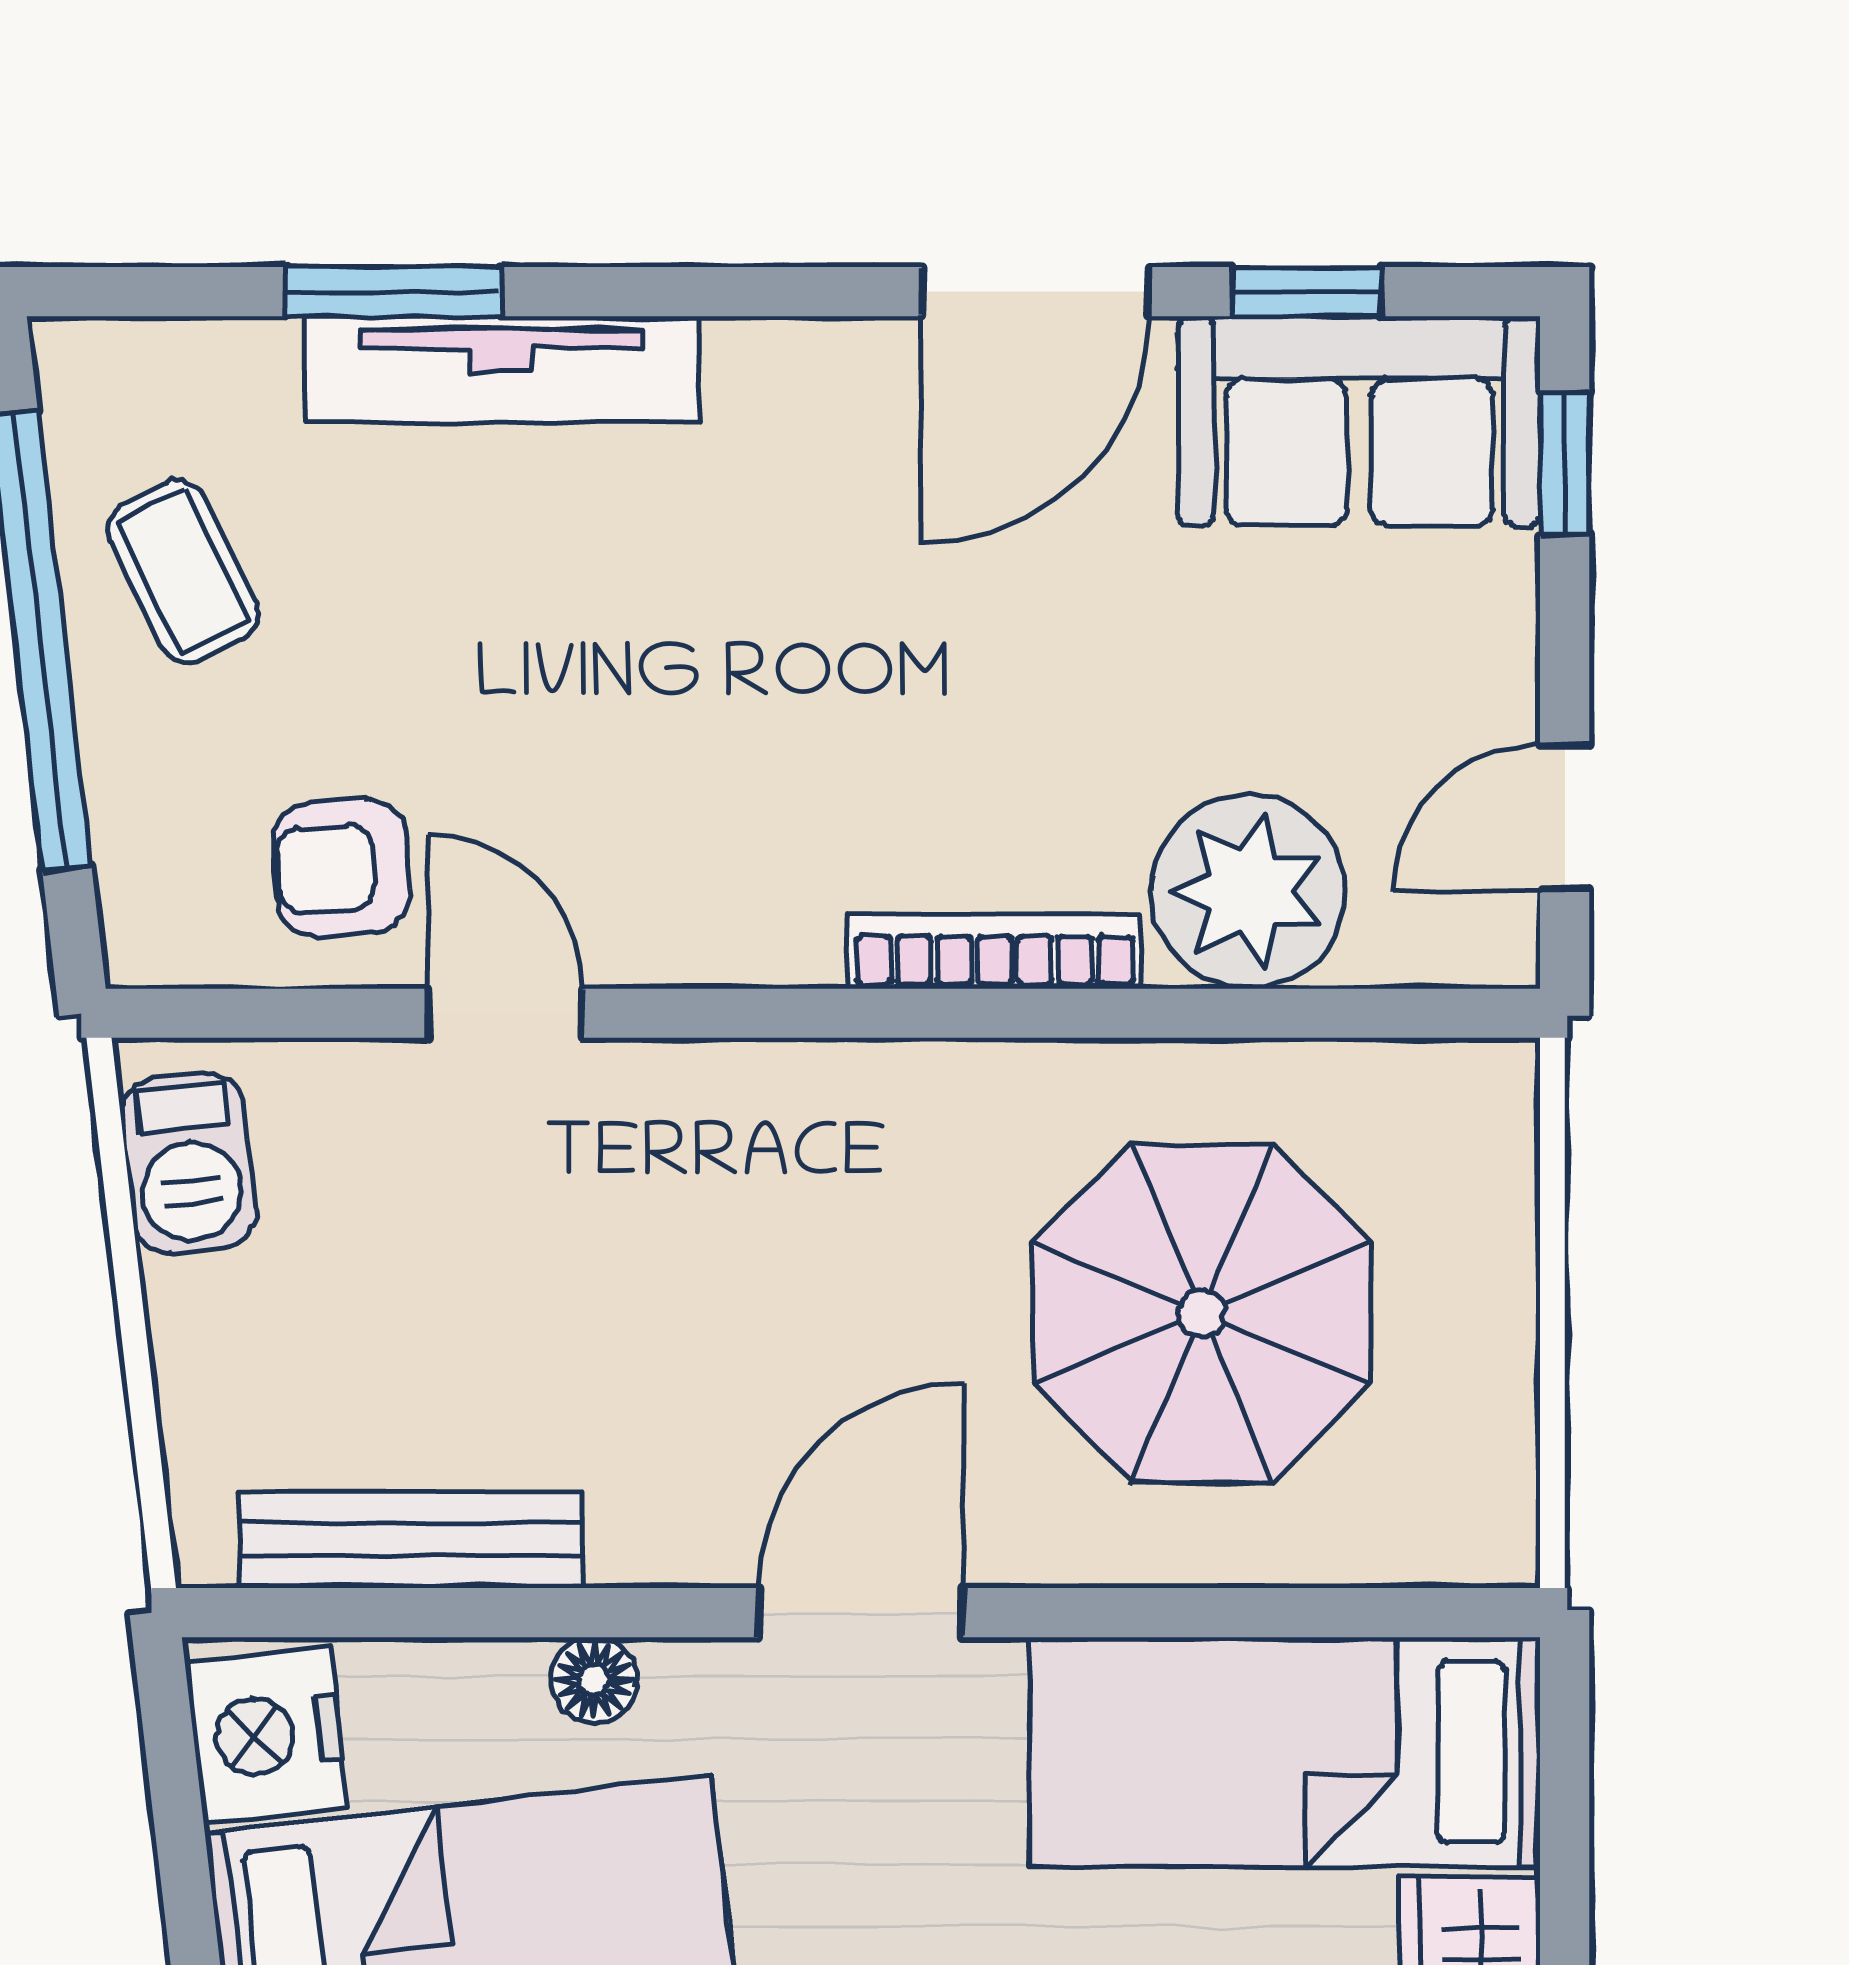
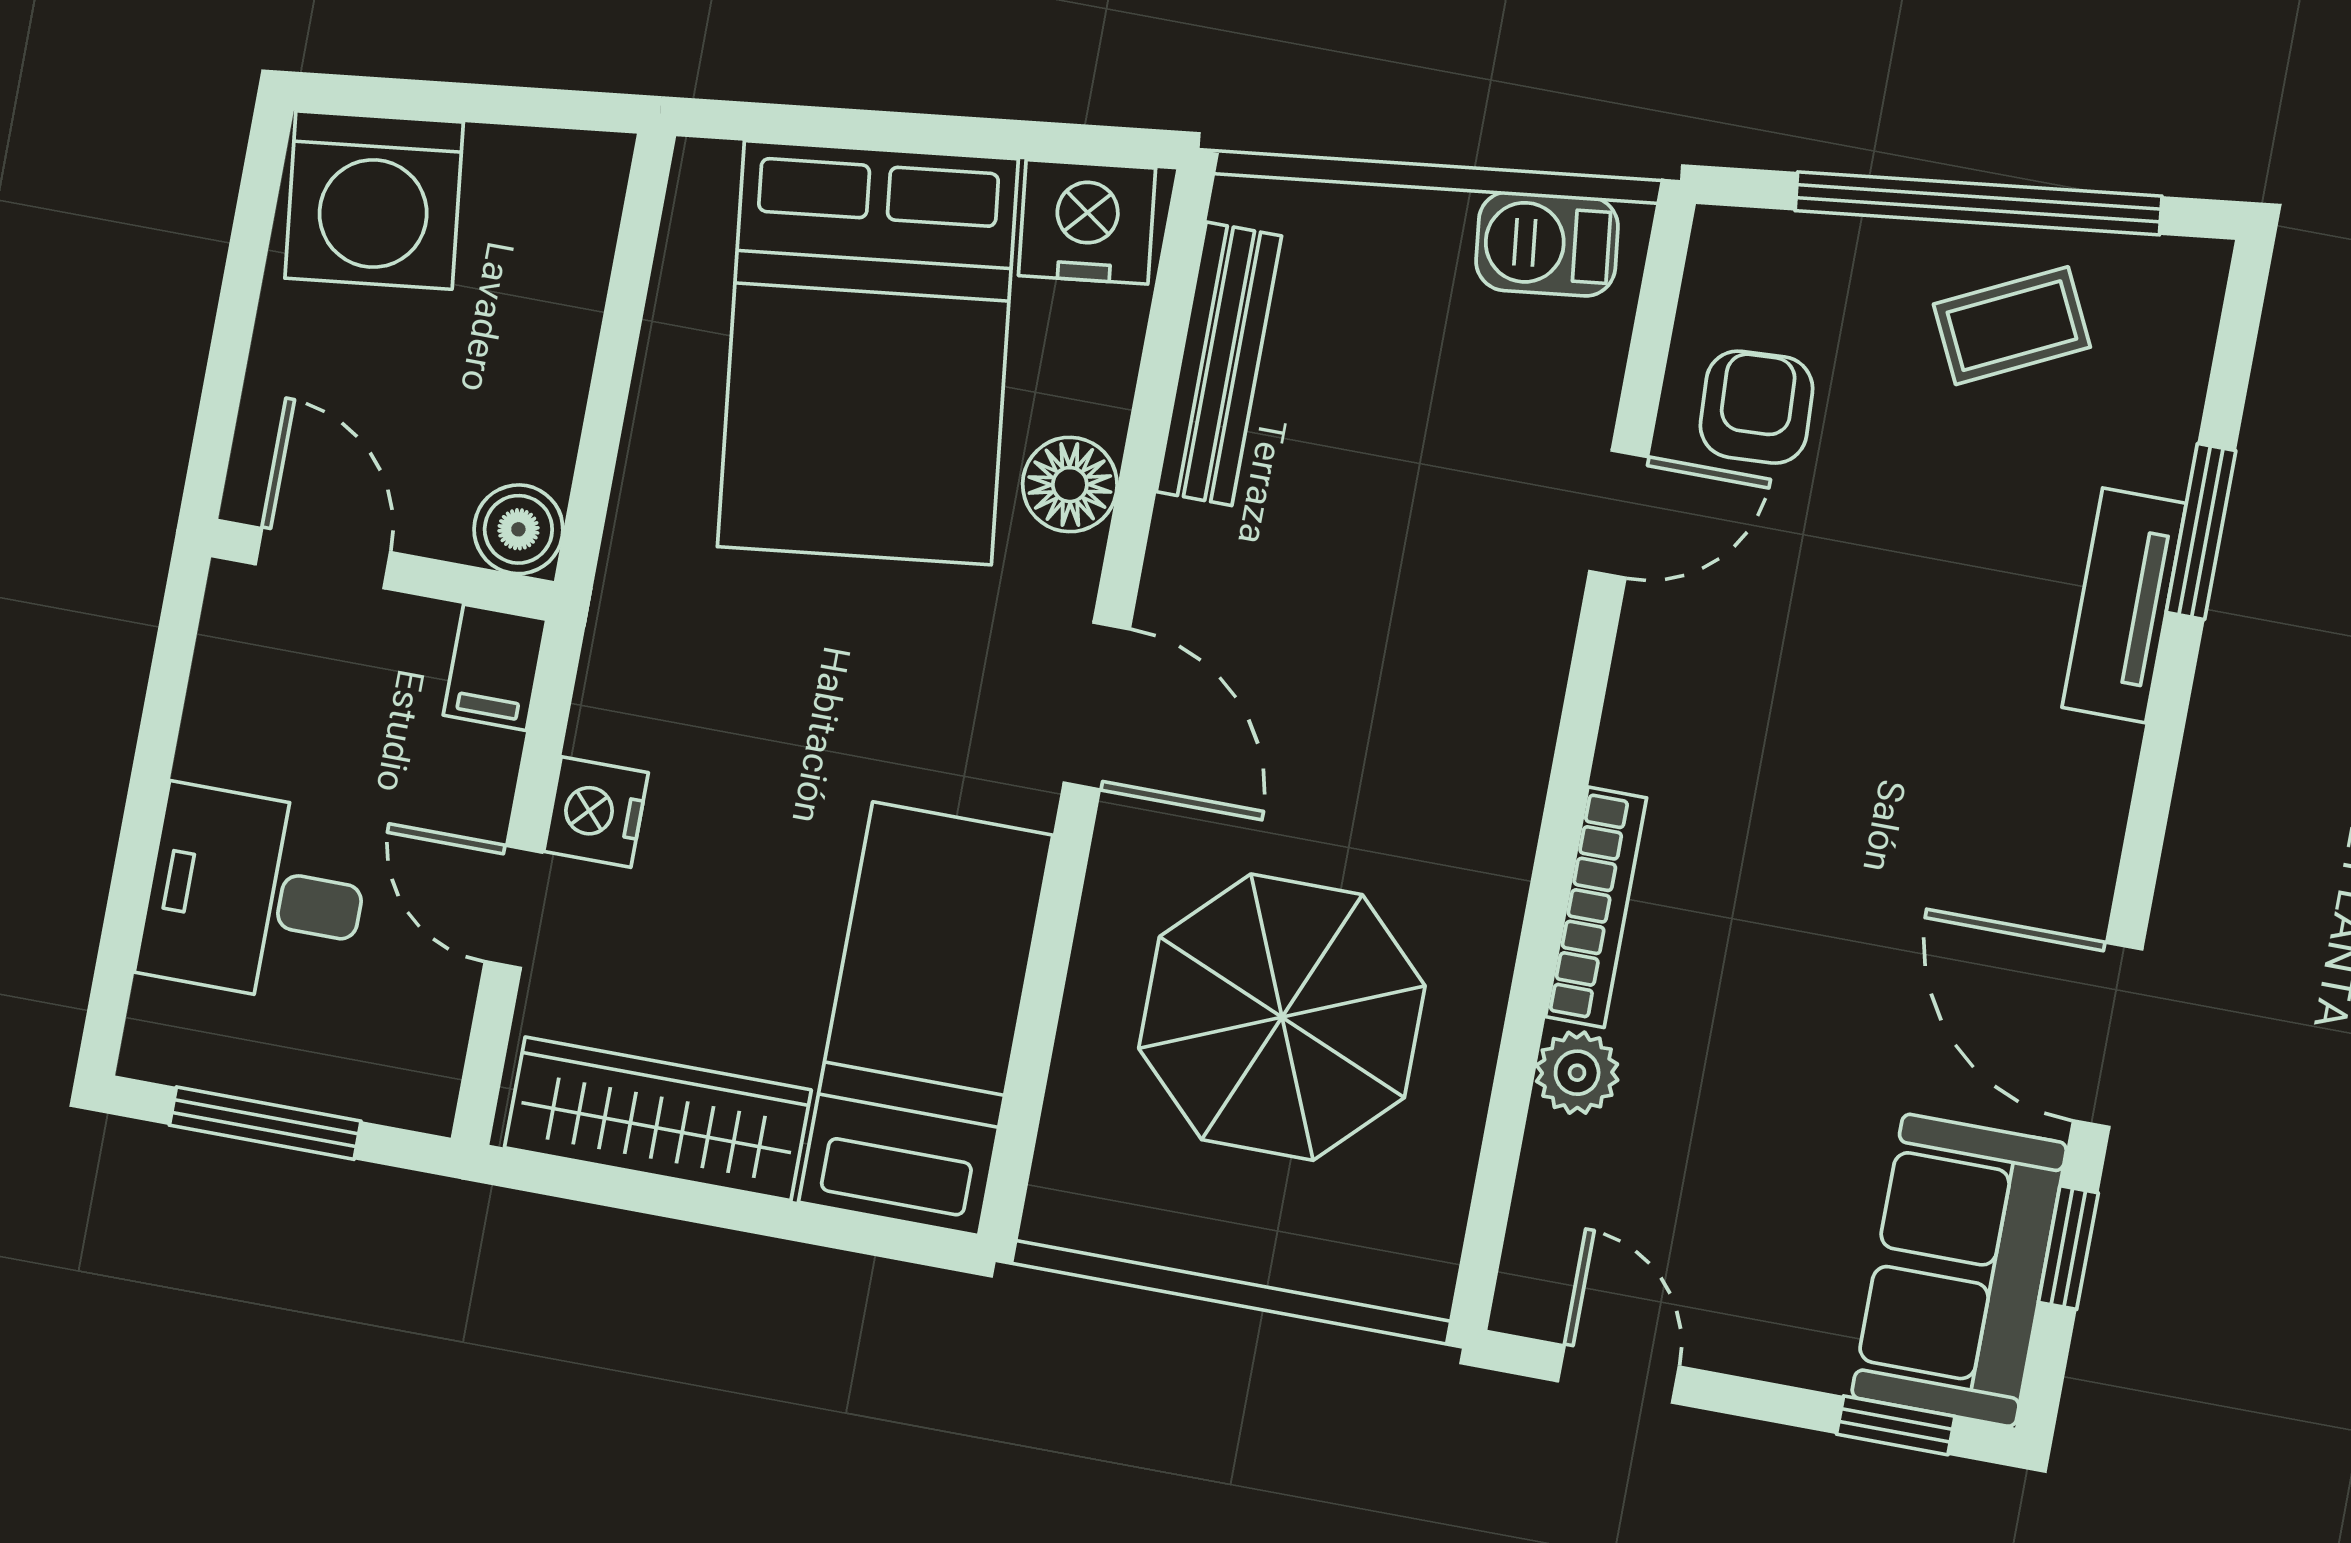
tv unit: (502, 370) -> (2124, 605), width x0.71
plant: (1248, 892) -> (1577, 1073), width x0.53, depth x0.53
floor lamp: (594, 1680) -> (1070, 485), width x1.37, depth x1.37

